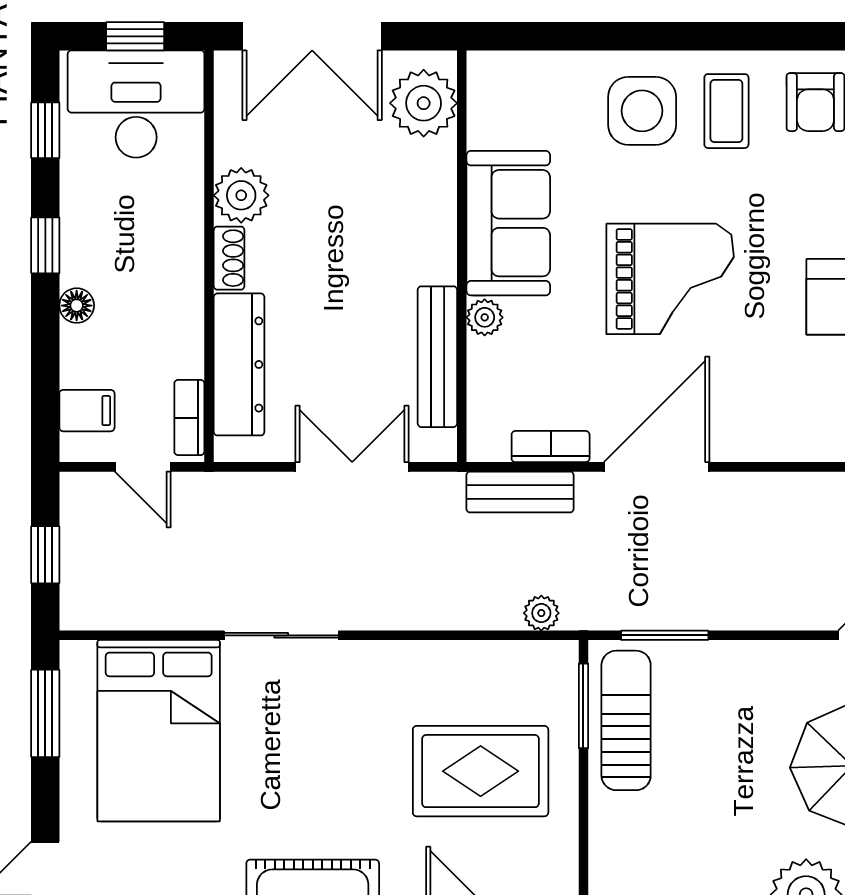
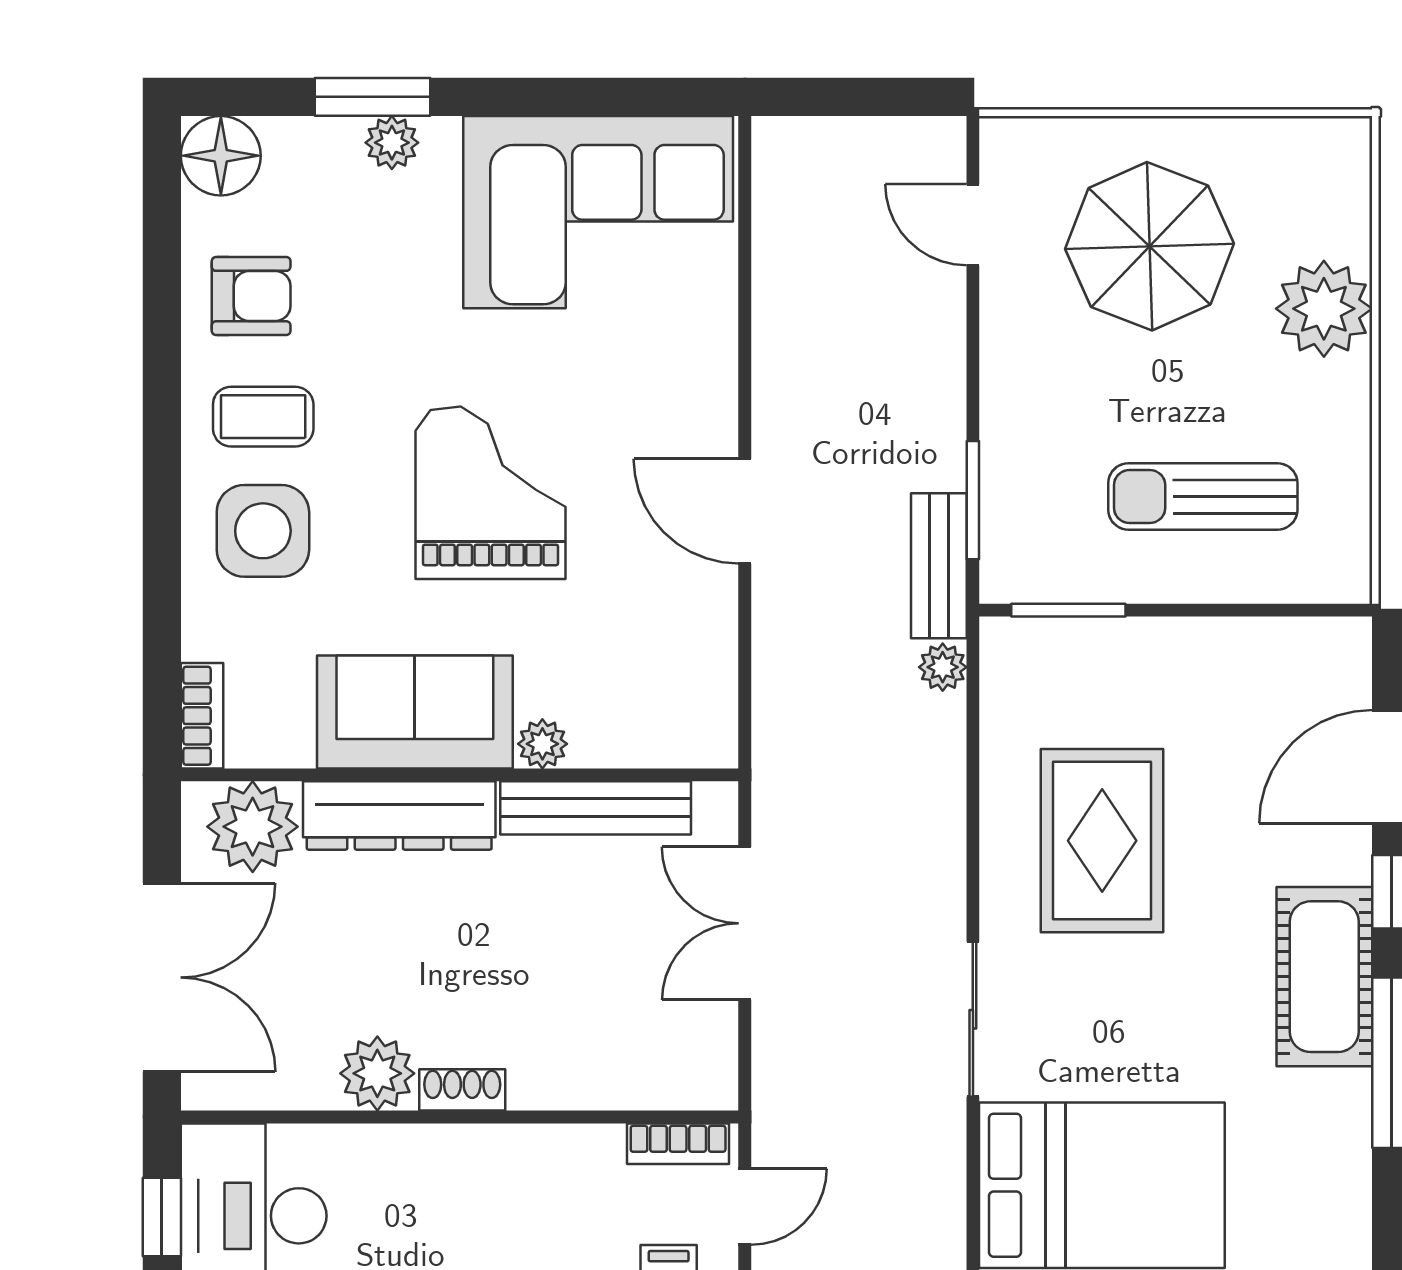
dresser: (239, 364) -> (399, 815), moved, turned 180
bookcase: (551, 447) -> (202, 716), moved, turned 180
door: (657, 467) -> (745, 511), width x0.73
bench: (520, 492) -> (939, 566), moved
sun lounger: (626, 720) -> (1203, 496), moved
rug: (481, 771) -> (1102, 841), moved

